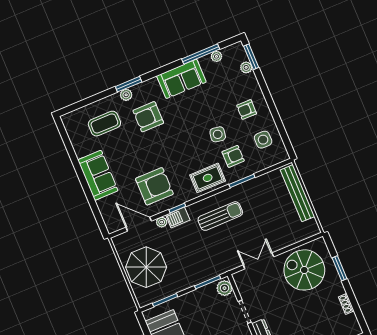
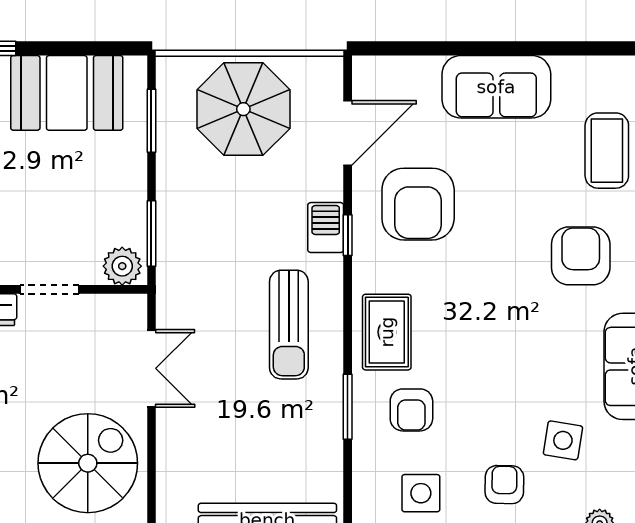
side table: (218, 134) -> (563, 440), moved
plant: (162, 222) -> (330, 187), removed

